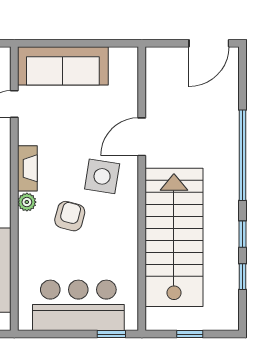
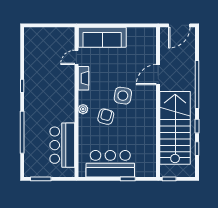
door: (142, 137) -> (158, 75), moved
fireplace: (27, 168) -> (83, 78), moved
wall: (142, 189) -> (158, 102), moved
stairs: (174, 237) -> (175, 128), moved

